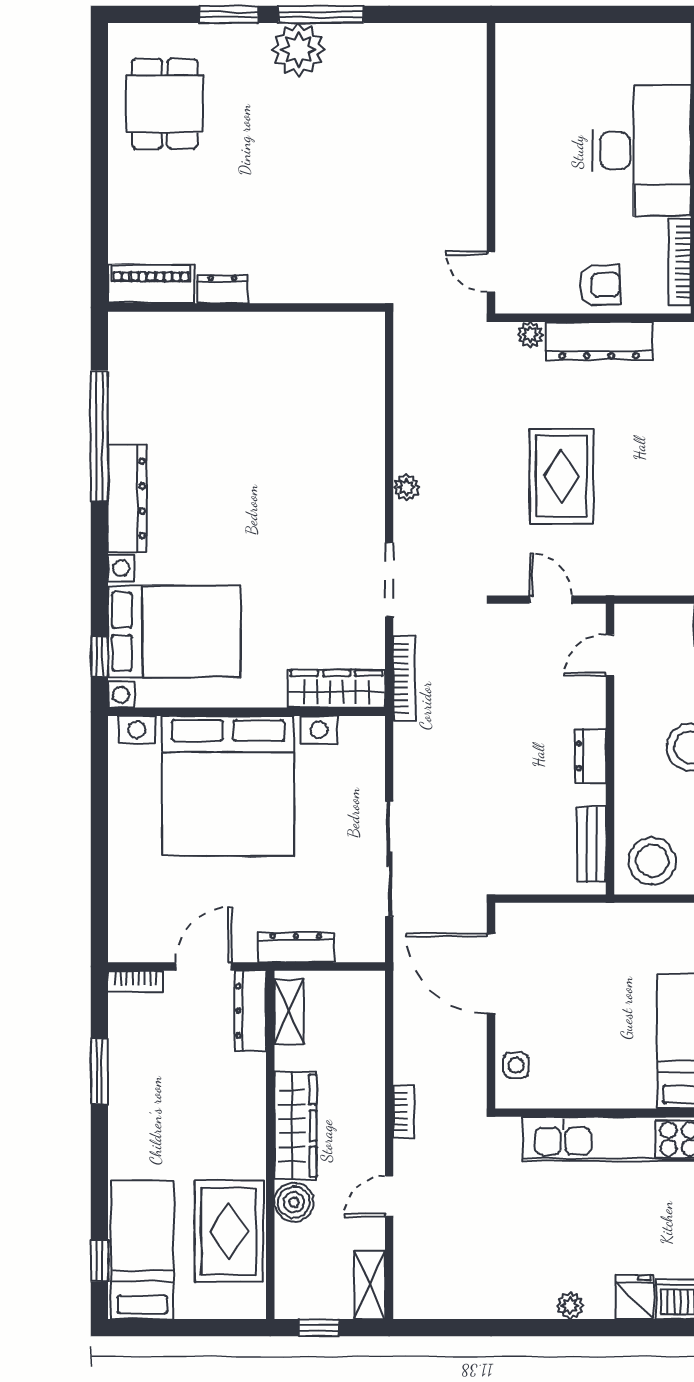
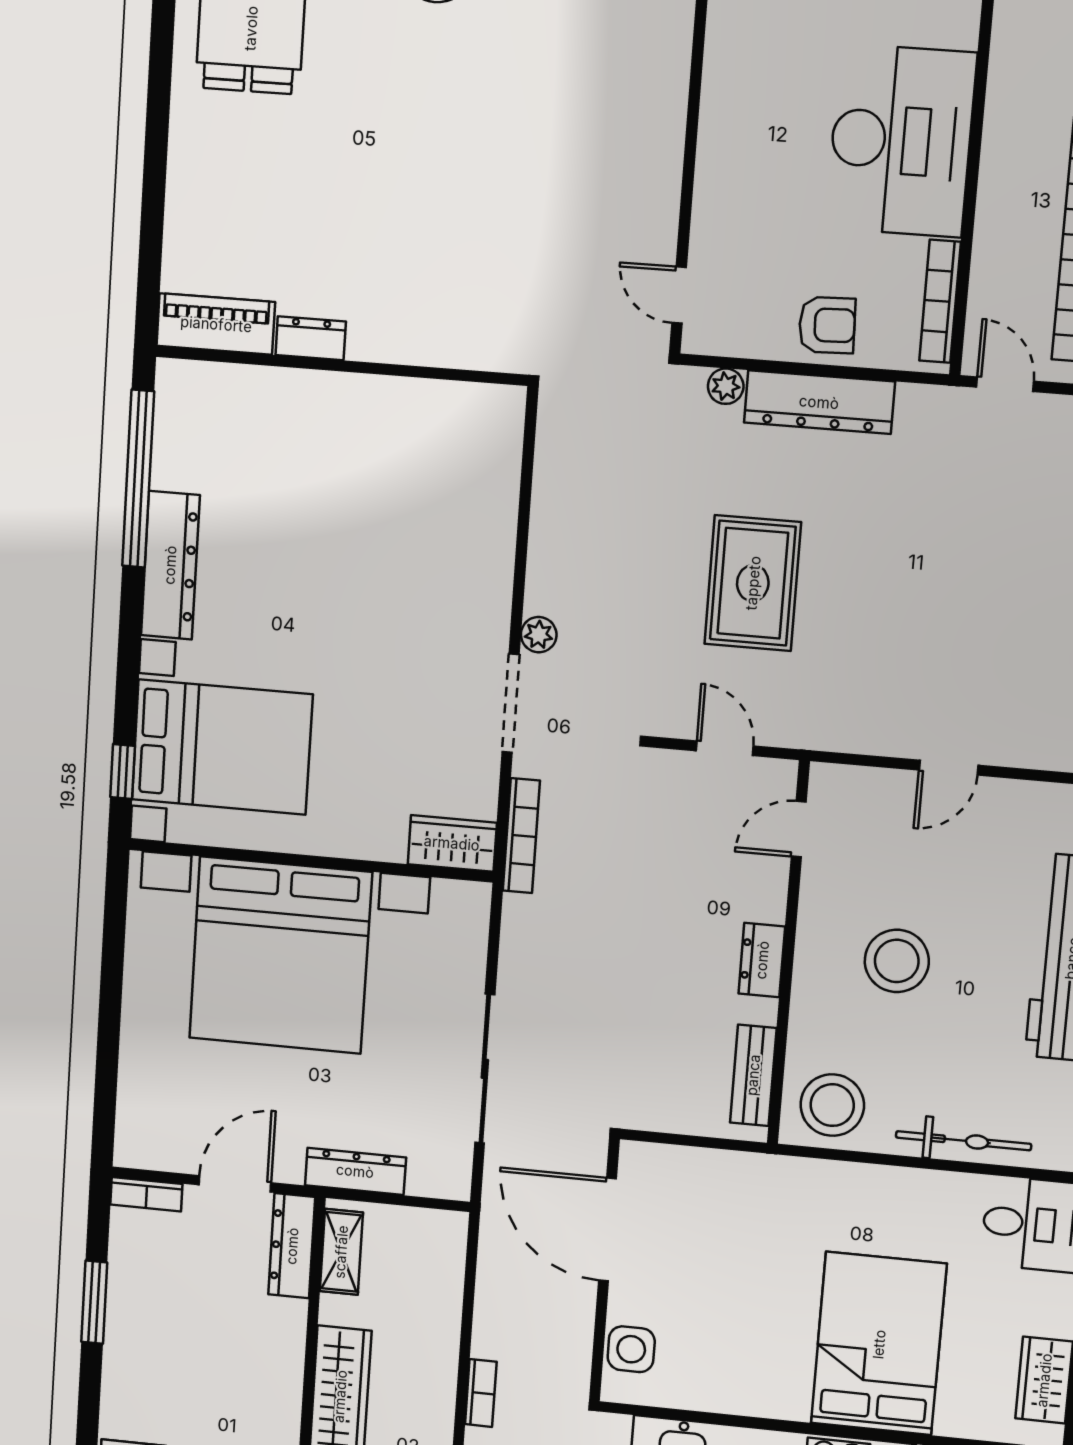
piano: (151, 284) -> (216, 324), moved
dresser: (223, 289) -> (311, 338), moved
wall: (246, 308) -> (341, 366), moved
plant: (406, 487) -> (539, 635), moved
wardrobe: (337, 689) -> (452, 843), width x0.67
side table: (516, 1065) -> (631, 1349), width x1.37, depth x1.37

